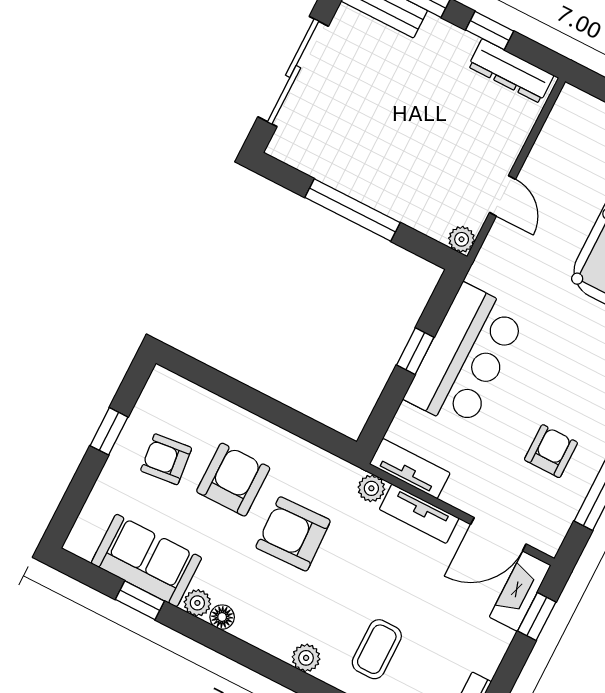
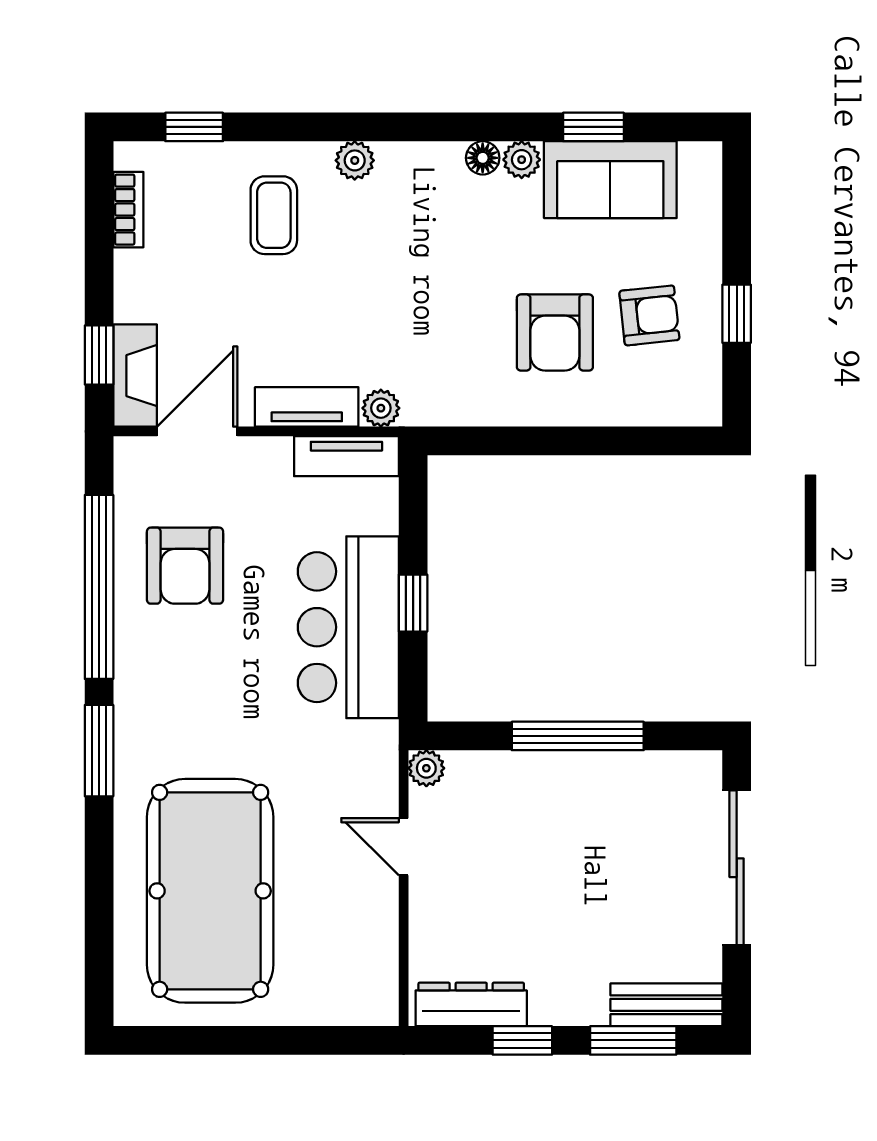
armchair: (551, 451) -> (185, 566), width x1.38, depth x1.38
armchair: (293, 534) -> (448, 304), removed

